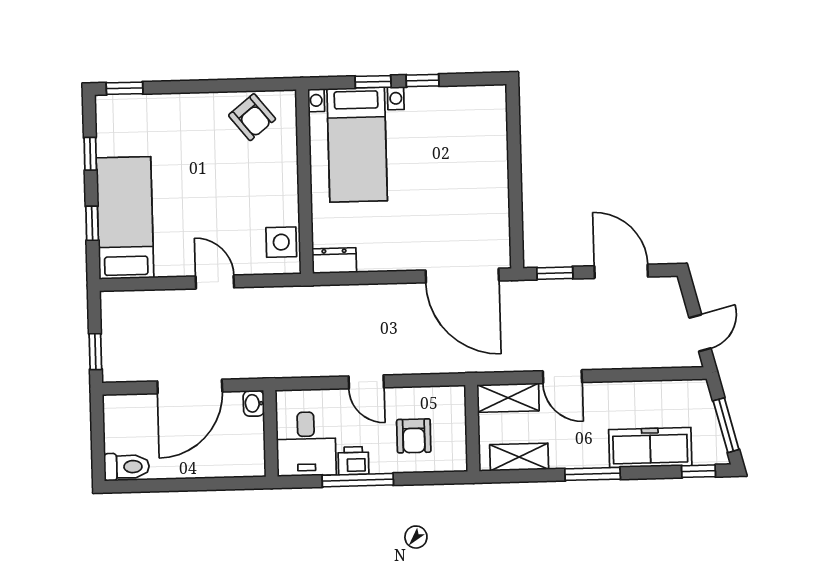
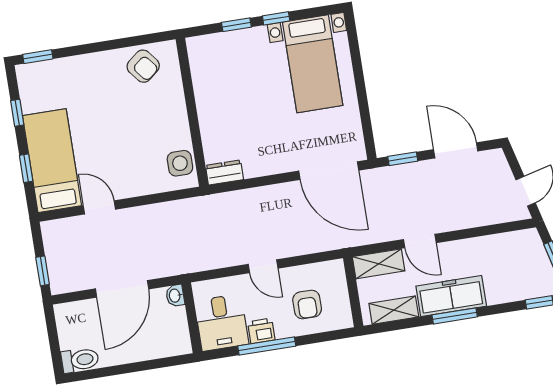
bed with nightstands: (357, 145) -> (313, 64), moved
door: (215, 282) -> (99, 207), moved
freezer: (650, 448) -> (451, 296), moved

